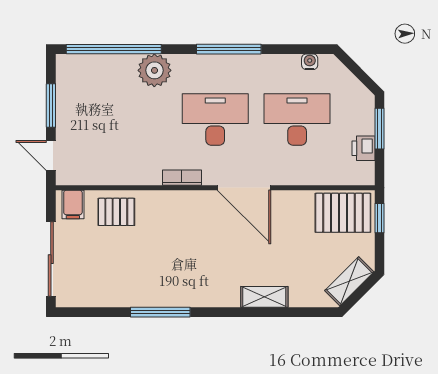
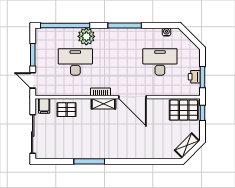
desk: (215, 120) -> (75, 62), moved
window: (380, 129) -> (203, 77), moved
shelving: (264, 297) -> (103, 104), moved

